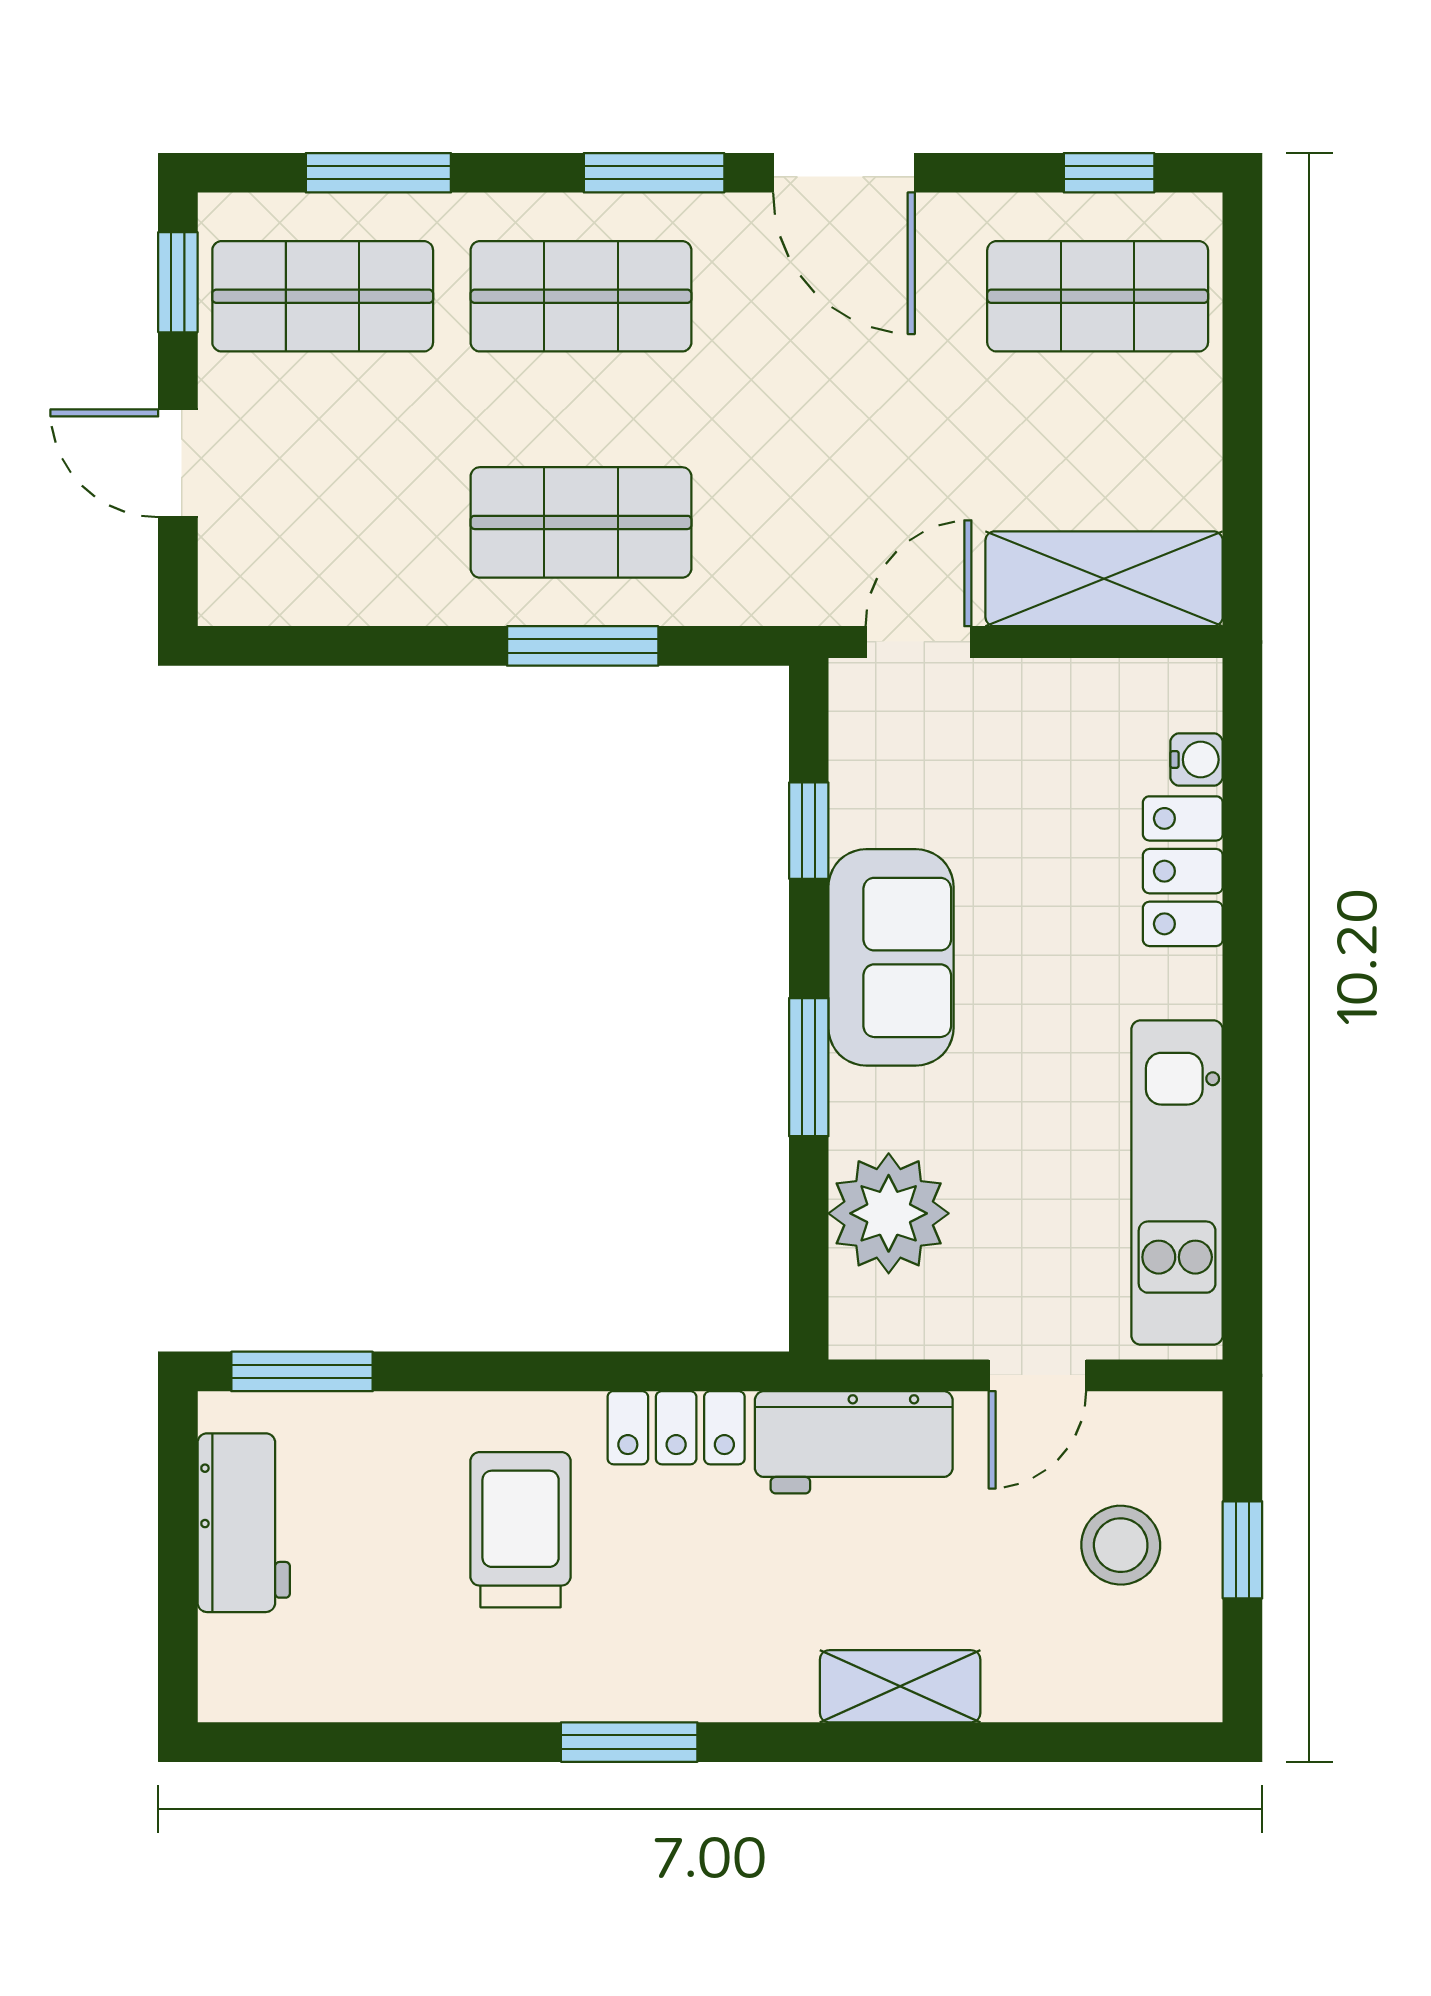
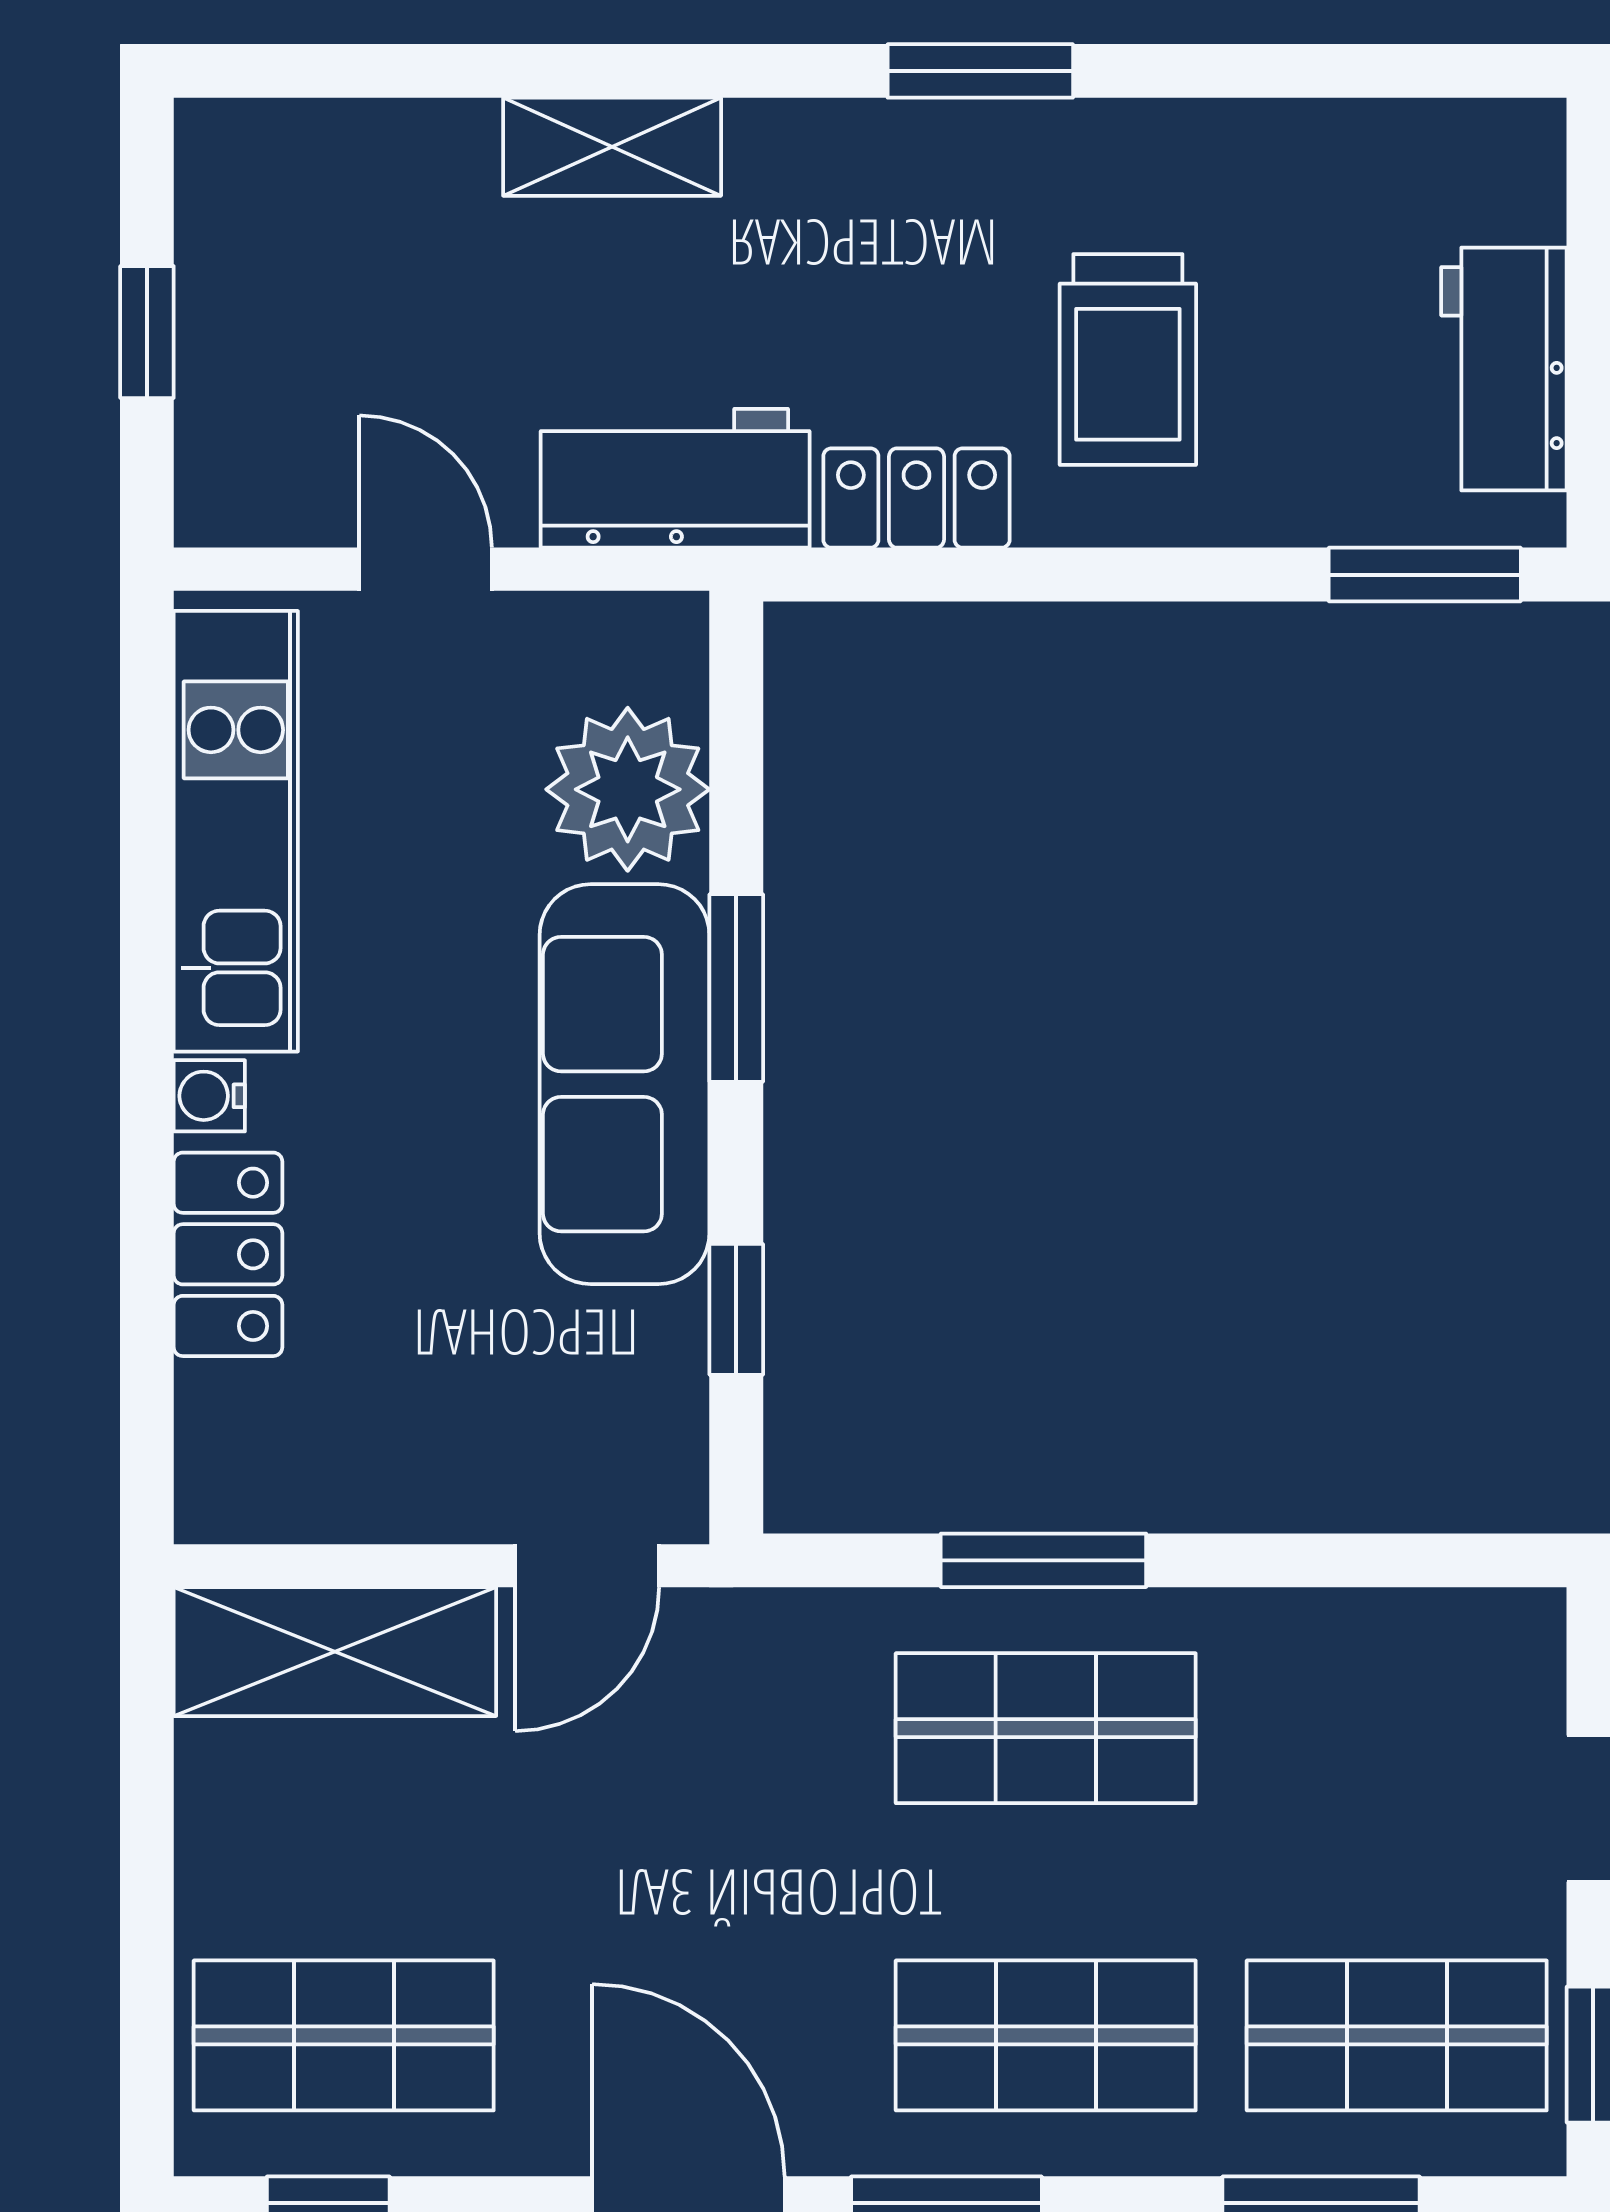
water cooler: (1197, 760) -> (209, 1096), moved
sofa: (891, 957) -> (625, 1084), width x1.36
door: (1037, 1375) -> (426, 569), hinge flipped
stool: (1121, 1545) -> (312, 338), removed

